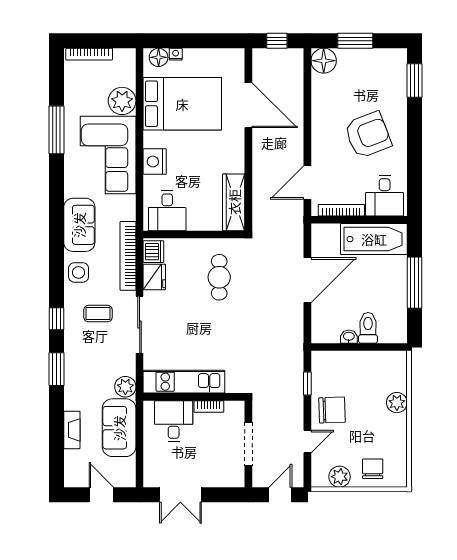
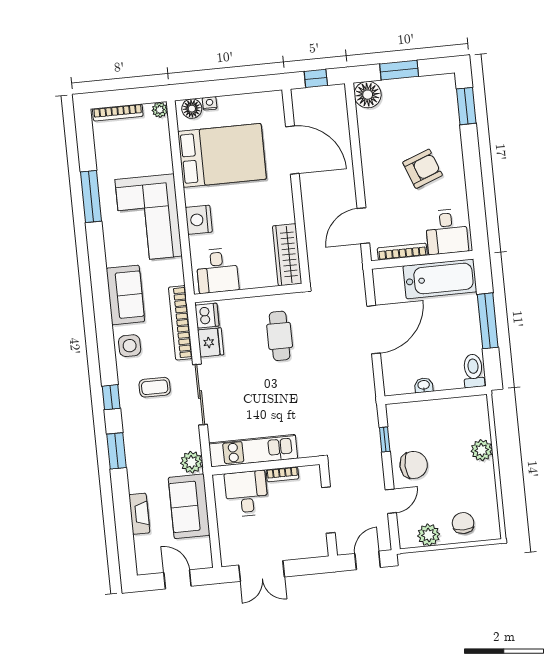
plant: (122, 101) -> (160, 110), moved, width x0.53, depth x0.53
armchair: (368, 135) -> (423, 169), width x0.73, depth x0.73
toilet: (368, 328) -> (473, 371), moved

